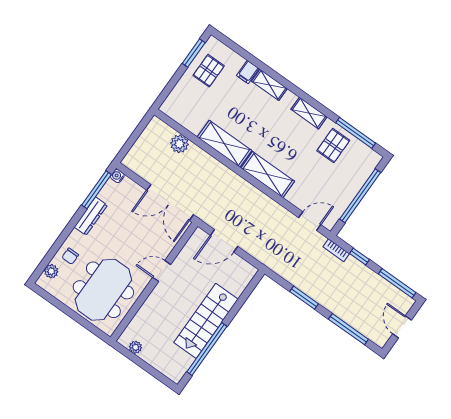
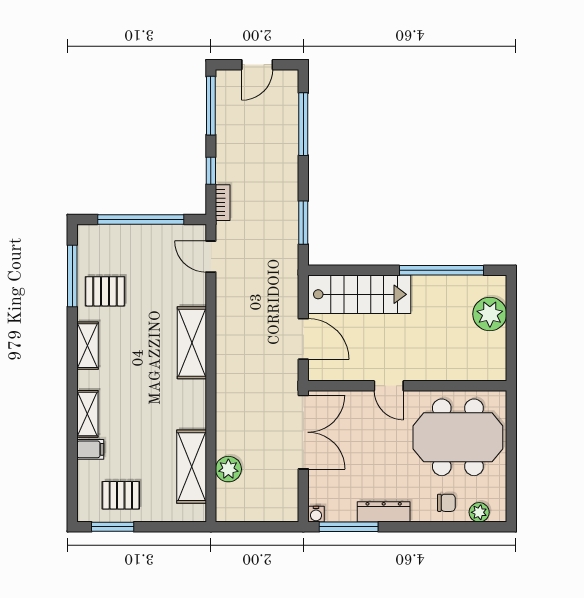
shelving: (225, 144) -> (192, 467), moved
window: (304, 298) -> (303, 223), moved
stairs: (206, 321) -> (359, 294), moved
plant: (135, 347) -> (490, 314), moved, width x1.88, depth x1.88

